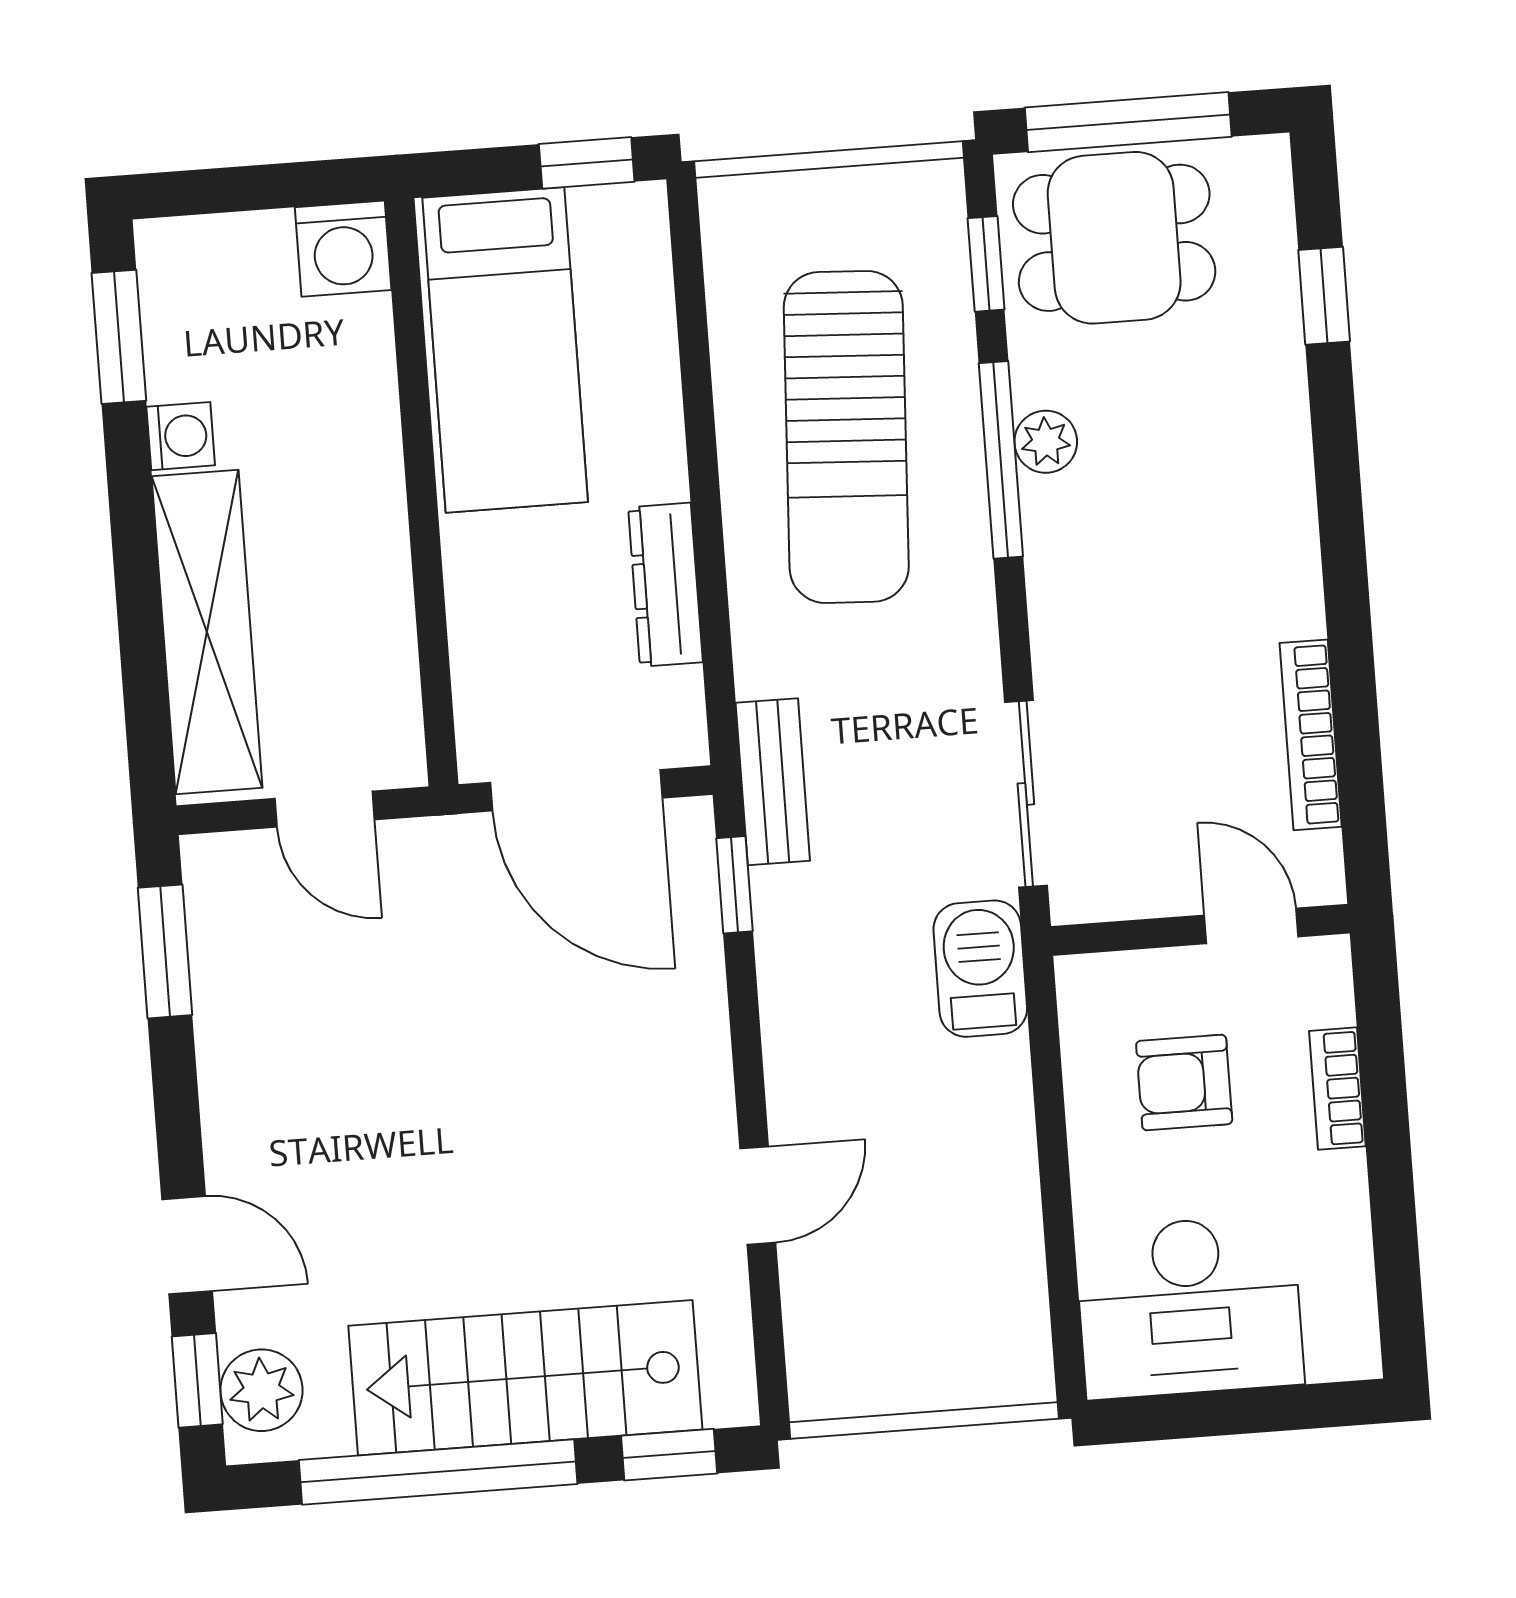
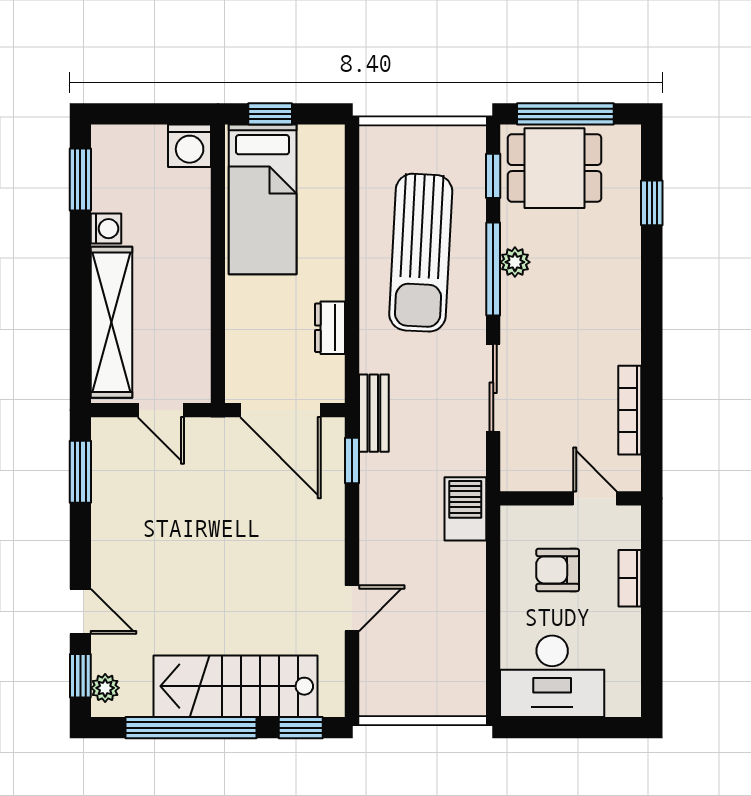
window: (587, 163) -> (270, 114), moved
dresser: (665, 585) -> (330, 328), width x0.70
sliding door: (1026, 794) -> (493, 388), moved
plant: (262, 1390) -> (105, 688), width x0.73, depth x0.73

